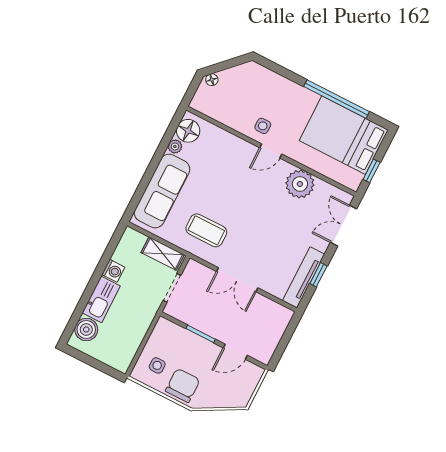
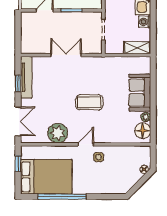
sofa: (162, 191) -> (140, 93), width x0.73
coffee table: (206, 230) -> (89, 102), moved
shelving: (163, 254) -> (137, 48), moved

